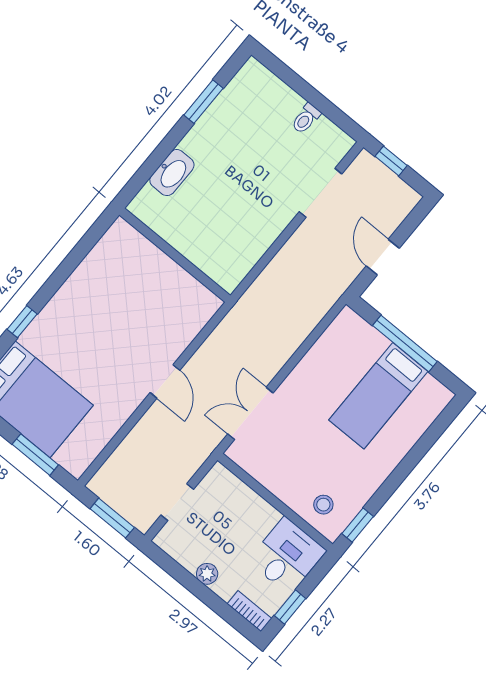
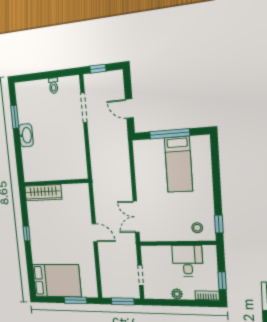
washbasin: (172, 173) -> (26, 135), moved
wardrobe: (140, 251) -> (43, 193), added
window: (22, 322) -> (27, 234), moved
desk: (287, 556) -> (187, 261), moved

